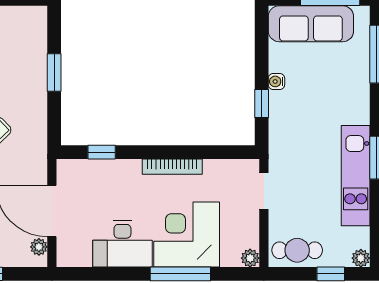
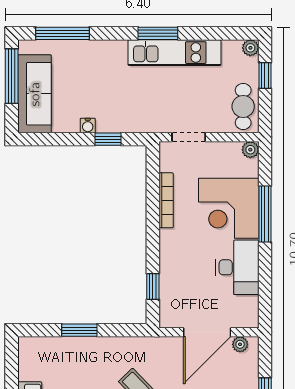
bookcase: (172, 167) -> (166, 200), moved

